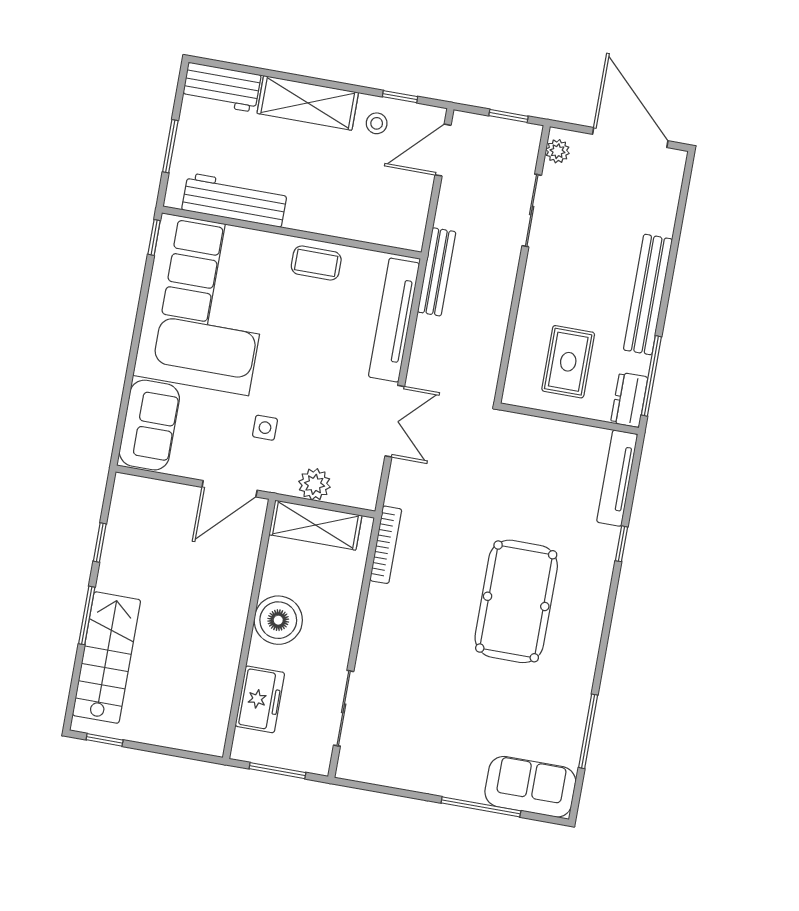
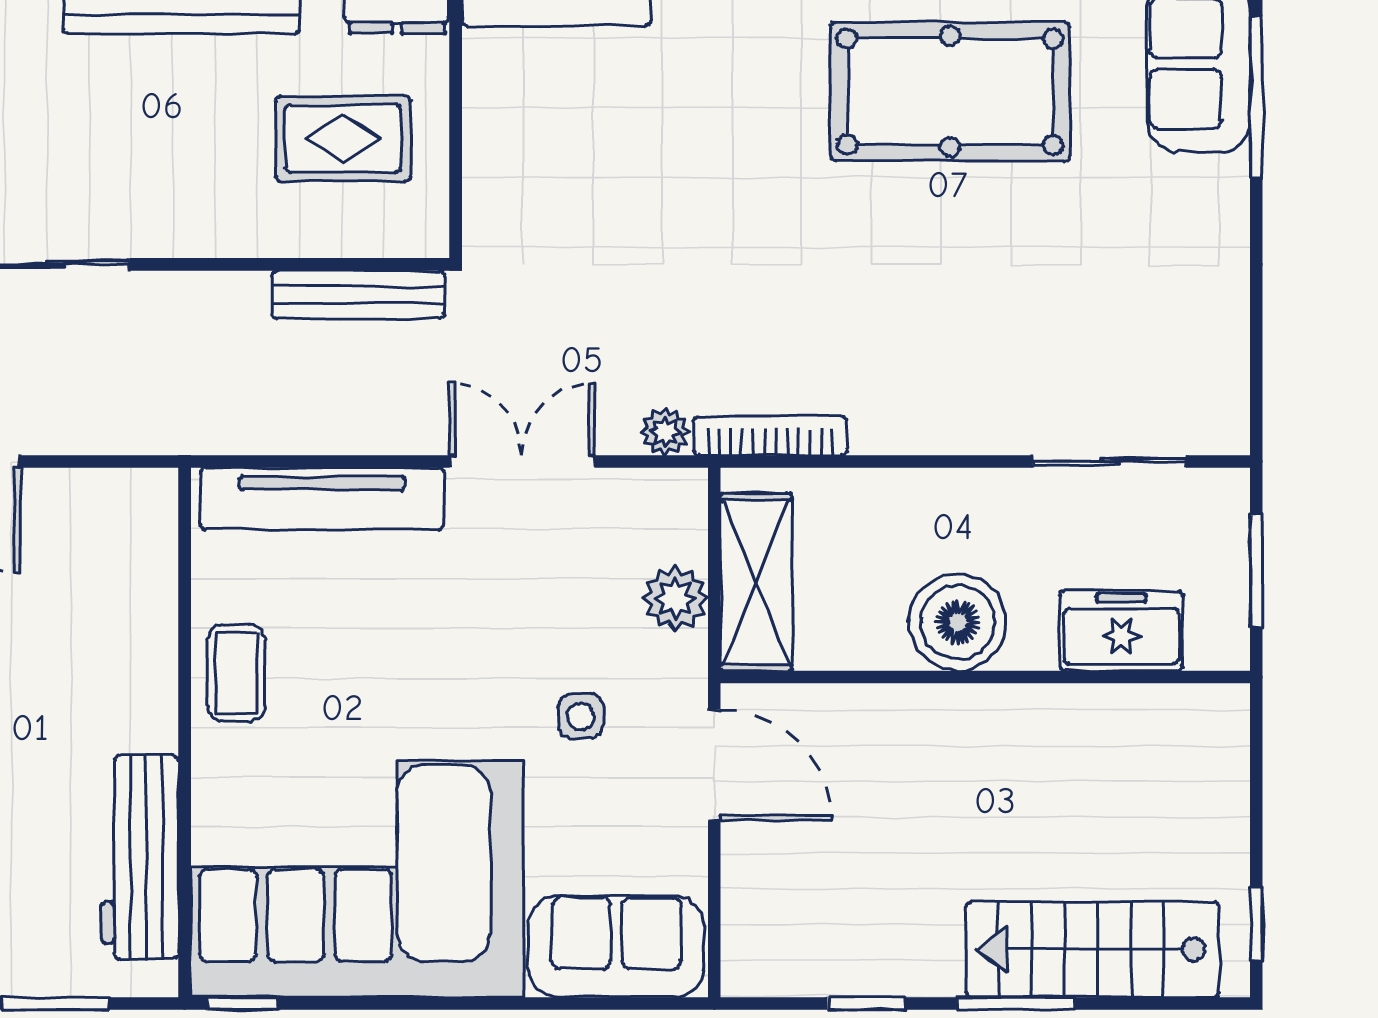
bench: (437, 272) -> (358, 295), moved
plant: (397, 494) -> (665, 432), added
pool table: (516, 601) -> (950, 92), moved
window: (481, 807) -> (1256, 97), moved

